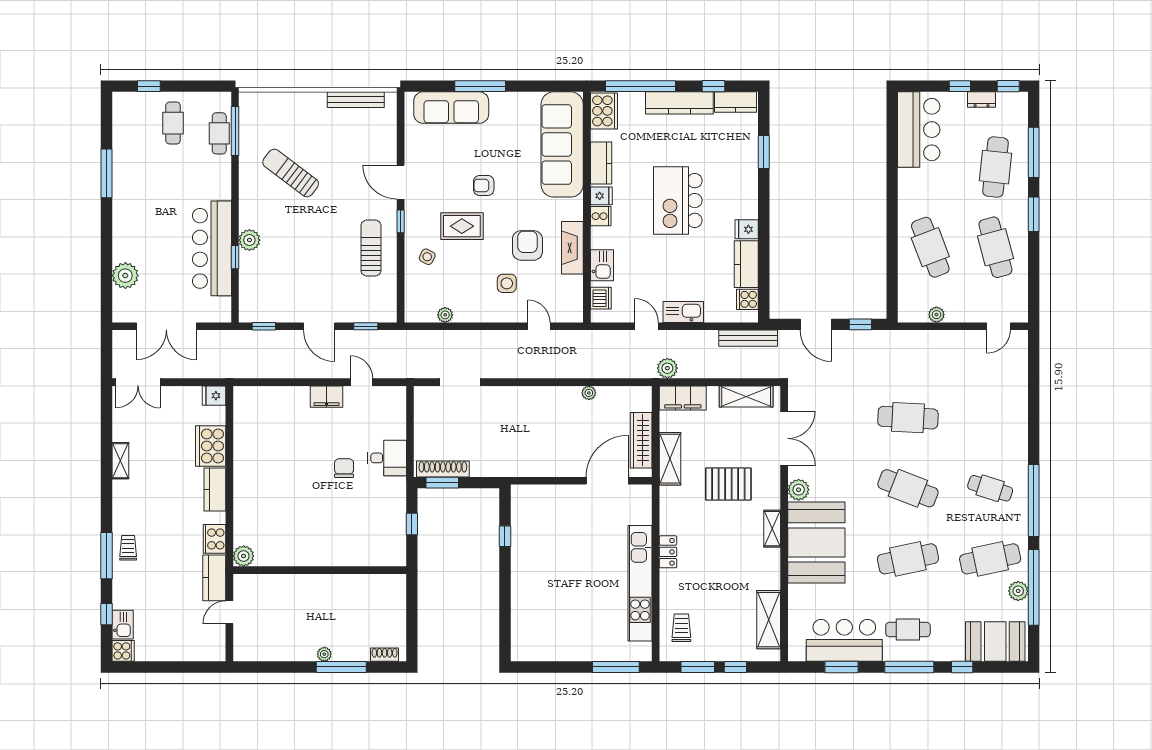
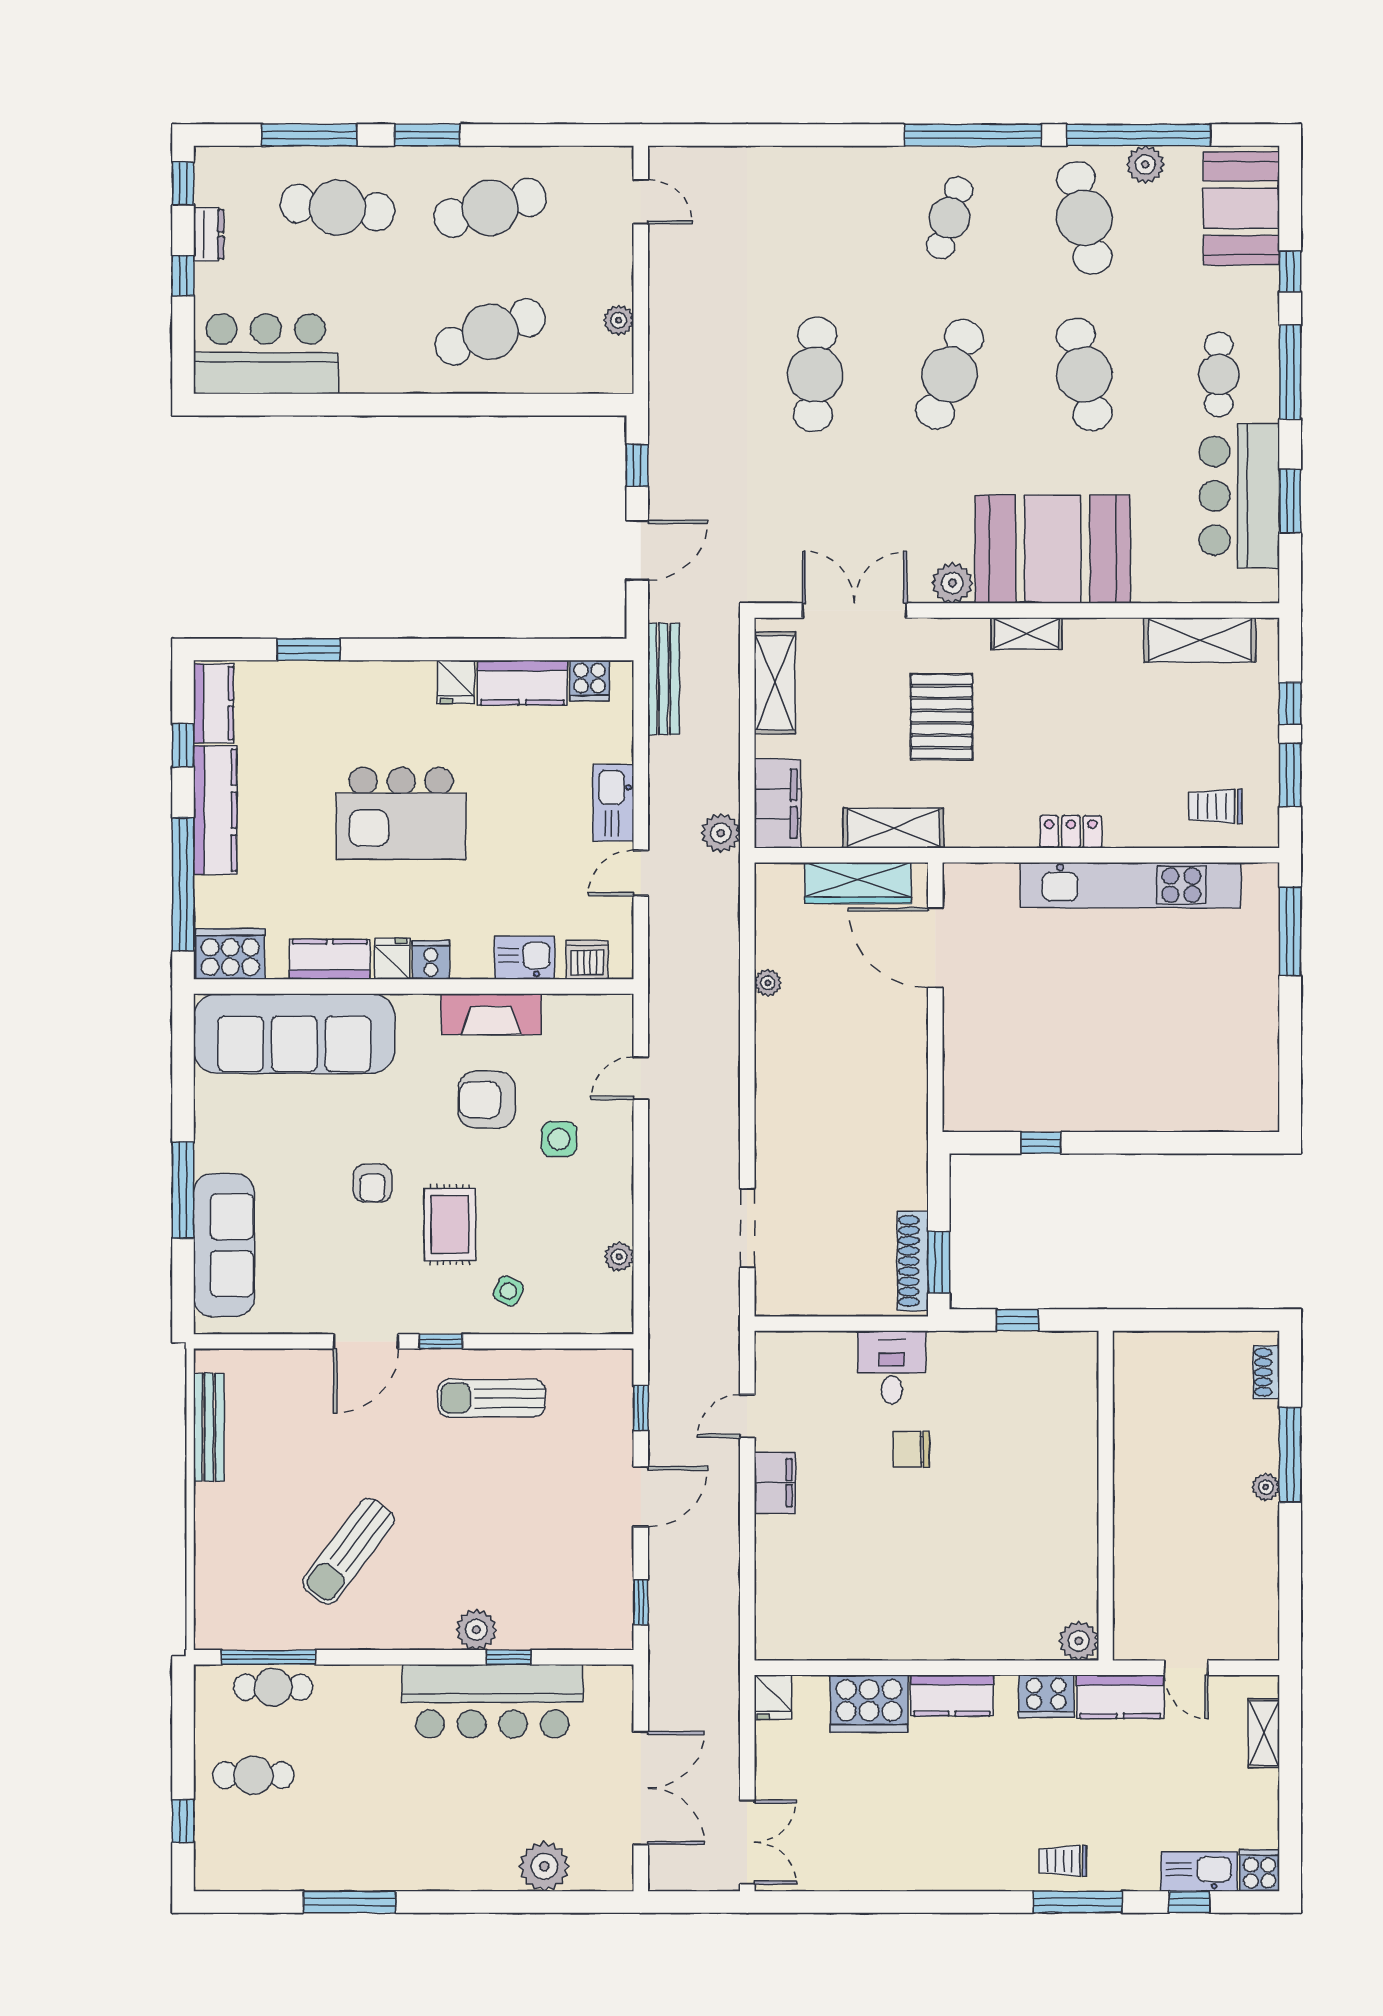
shelving: (120, 461) -> (1264, 1733), moved, turned 90
kitchen sink: (123, 625) -> (1199, 1871), width x1.38

